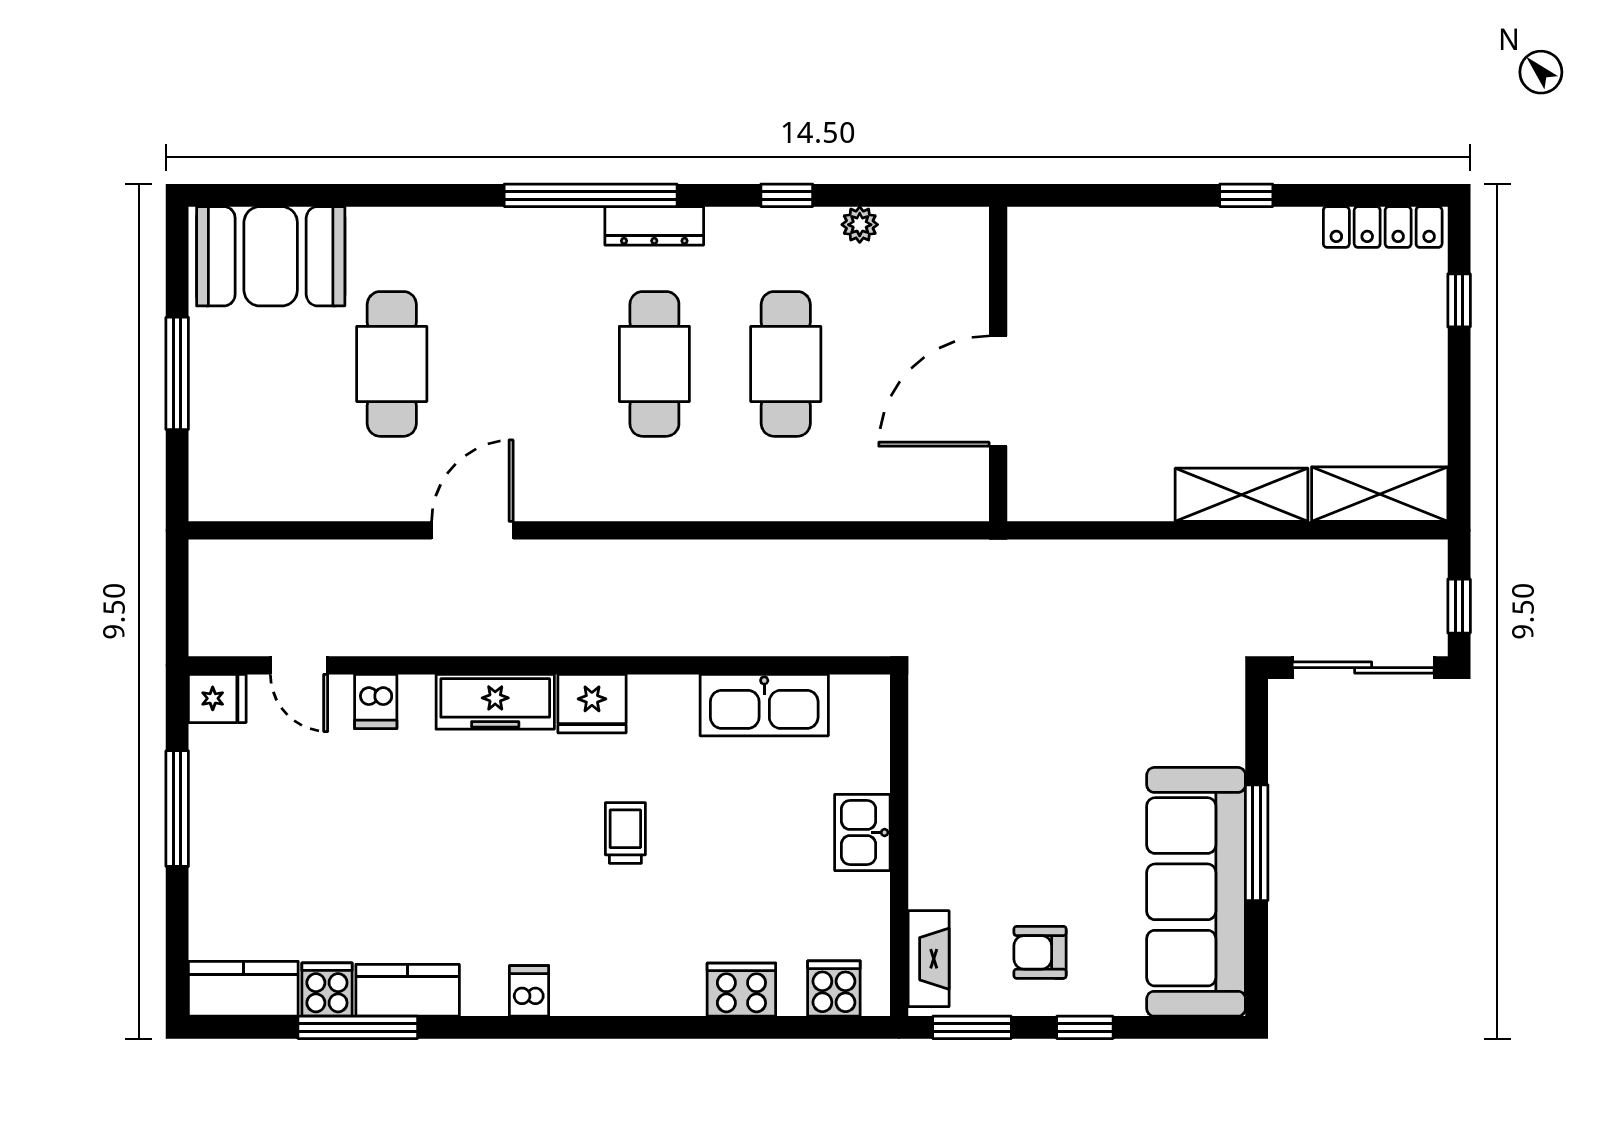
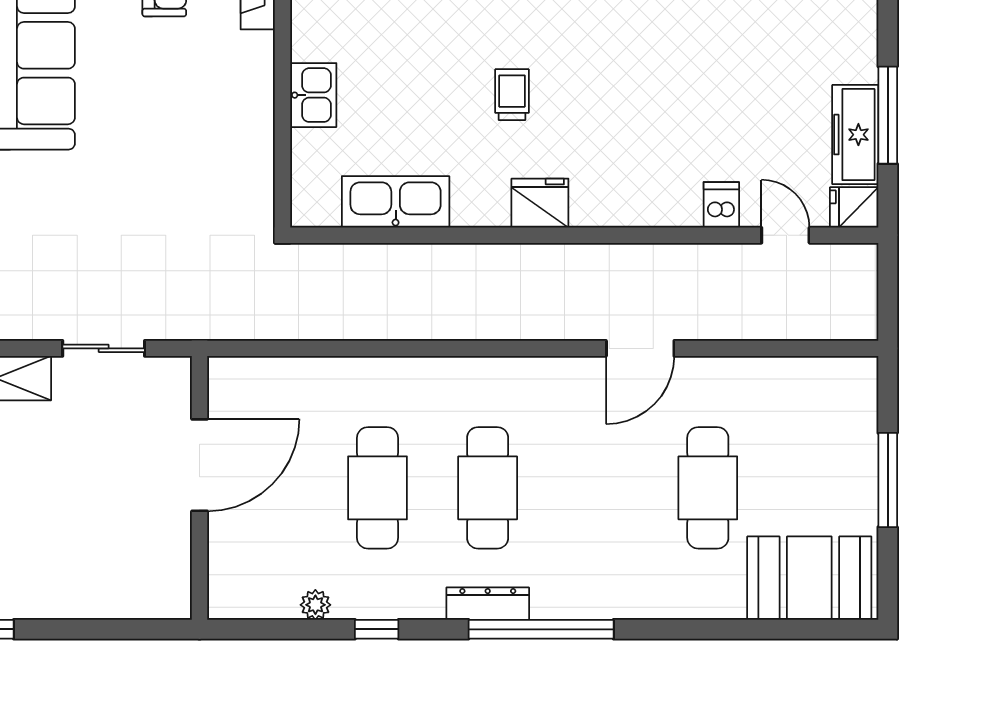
sliding door: (1112, 530) -> (104, 348), added
freezer: (495, 702) -> (855, 135), moved, turned -90
trolley: (625, 833) -> (512, 95), turned 180

